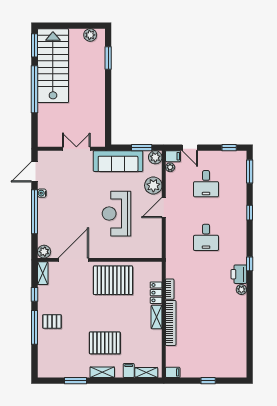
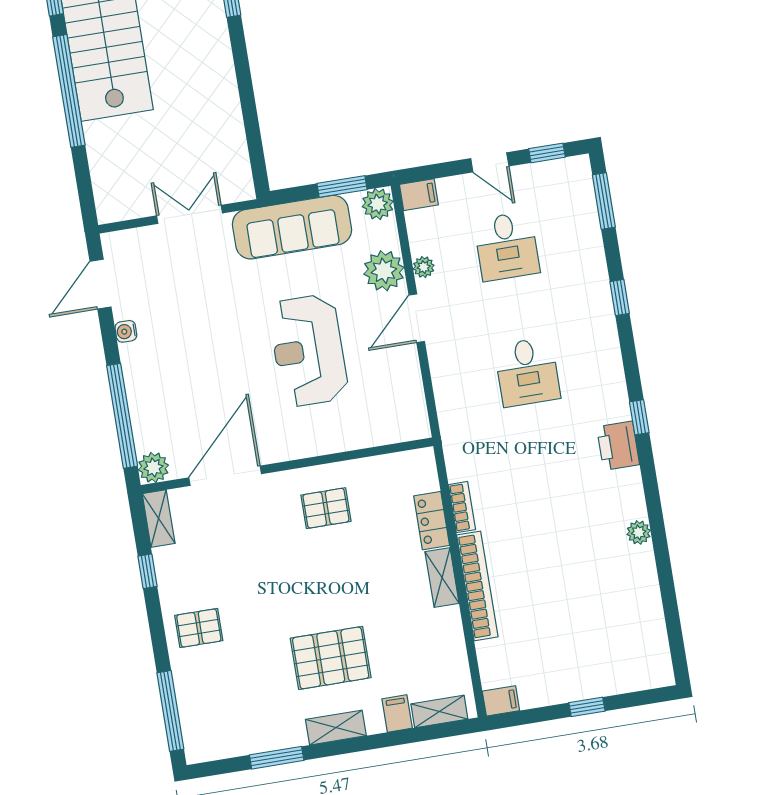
door: (190, 148) -> (490, 162), moved
plant: (170, 167) -> (424, 267), moved
window: (35, 212) -> (122, 416), moved
pallet: (113, 280) -> (326, 508), width x0.49, depth x0.50
plant: (241, 290) -> (639, 532), moved
window: (35, 327) -> (170, 711), moved

